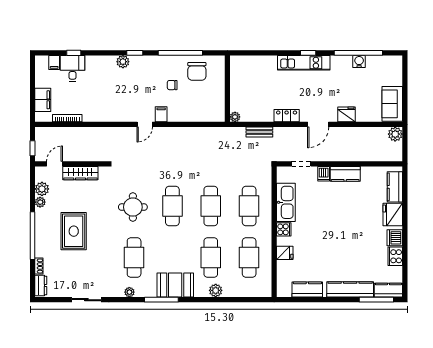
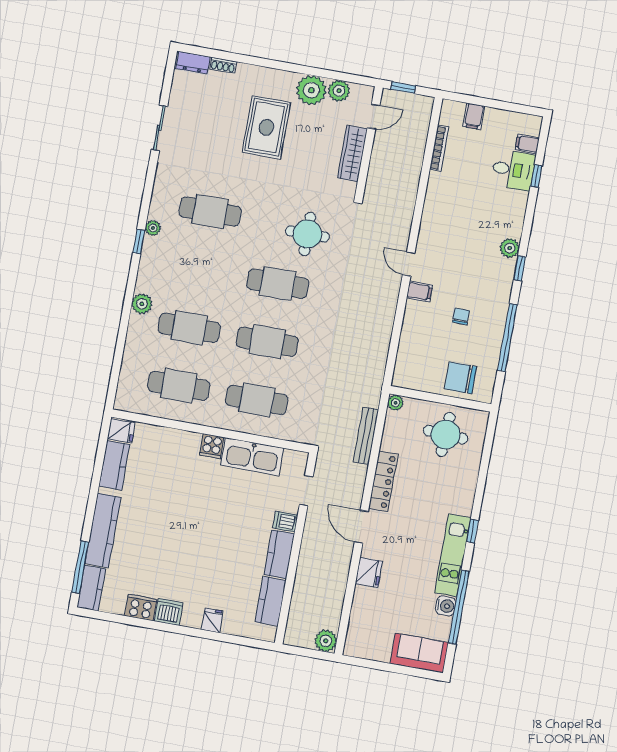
kitchen unit: (304, 63) -> (453, 555), moved
chair: (197, 71) -> (460, 378), moved
round table: (250, 81) -> (446, 435), added
filing cabinet: (43, 100) -> (474, 116), width x0.50
sofa: (392, 104) -> (419, 653), moved
locker: (287, 116) -> (383, 481), width x1.53
bench: (259, 132) -> (366, 436), width x1.36
door: (55, 164) -> (373, 117), hinge flipped
kitchen counter: (395, 187) -> (271, 601), moved, turned -90
plant: (40, 202) -> (311, 90), width x1.88, depth x1.88
round table: (133, 207) -> (307, 234), moved
fridge: (393, 214) -> (212, 620), width x0.53, depth x0.75
rug: (74, 231) -> (266, 127), turned 90
window: (32, 236) -> (271, 64), removed
fridge: (285, 253) -> (121, 431), moved, turned -90
booth: (175, 285) -> (157, 266), removed
plant: (216, 290) -> (142, 304), moved
plant: (129, 292) -> (153, 228), moved
window: (161, 300) -> (139, 242), width x0.46

